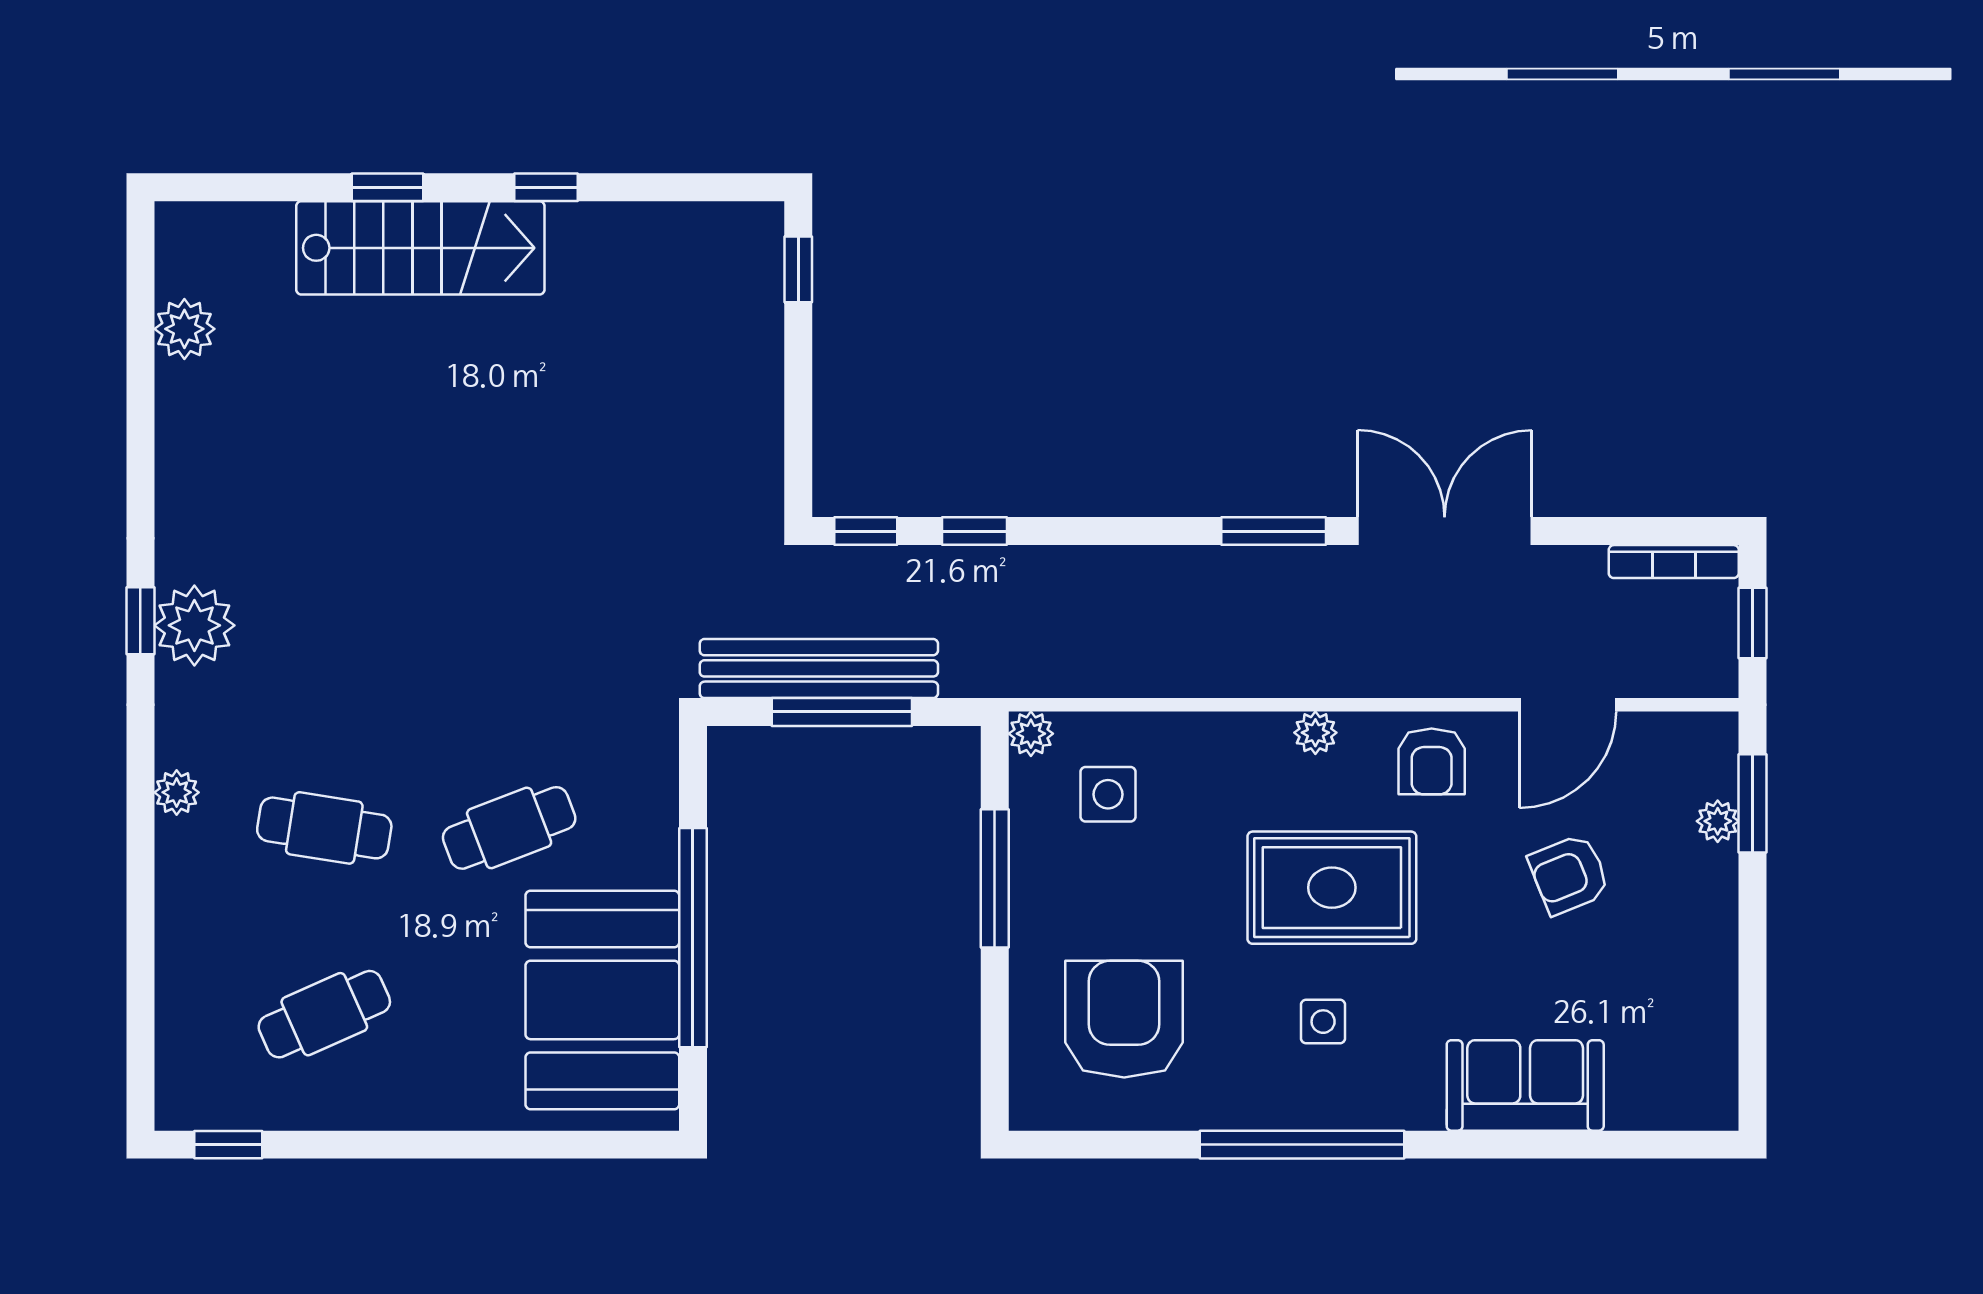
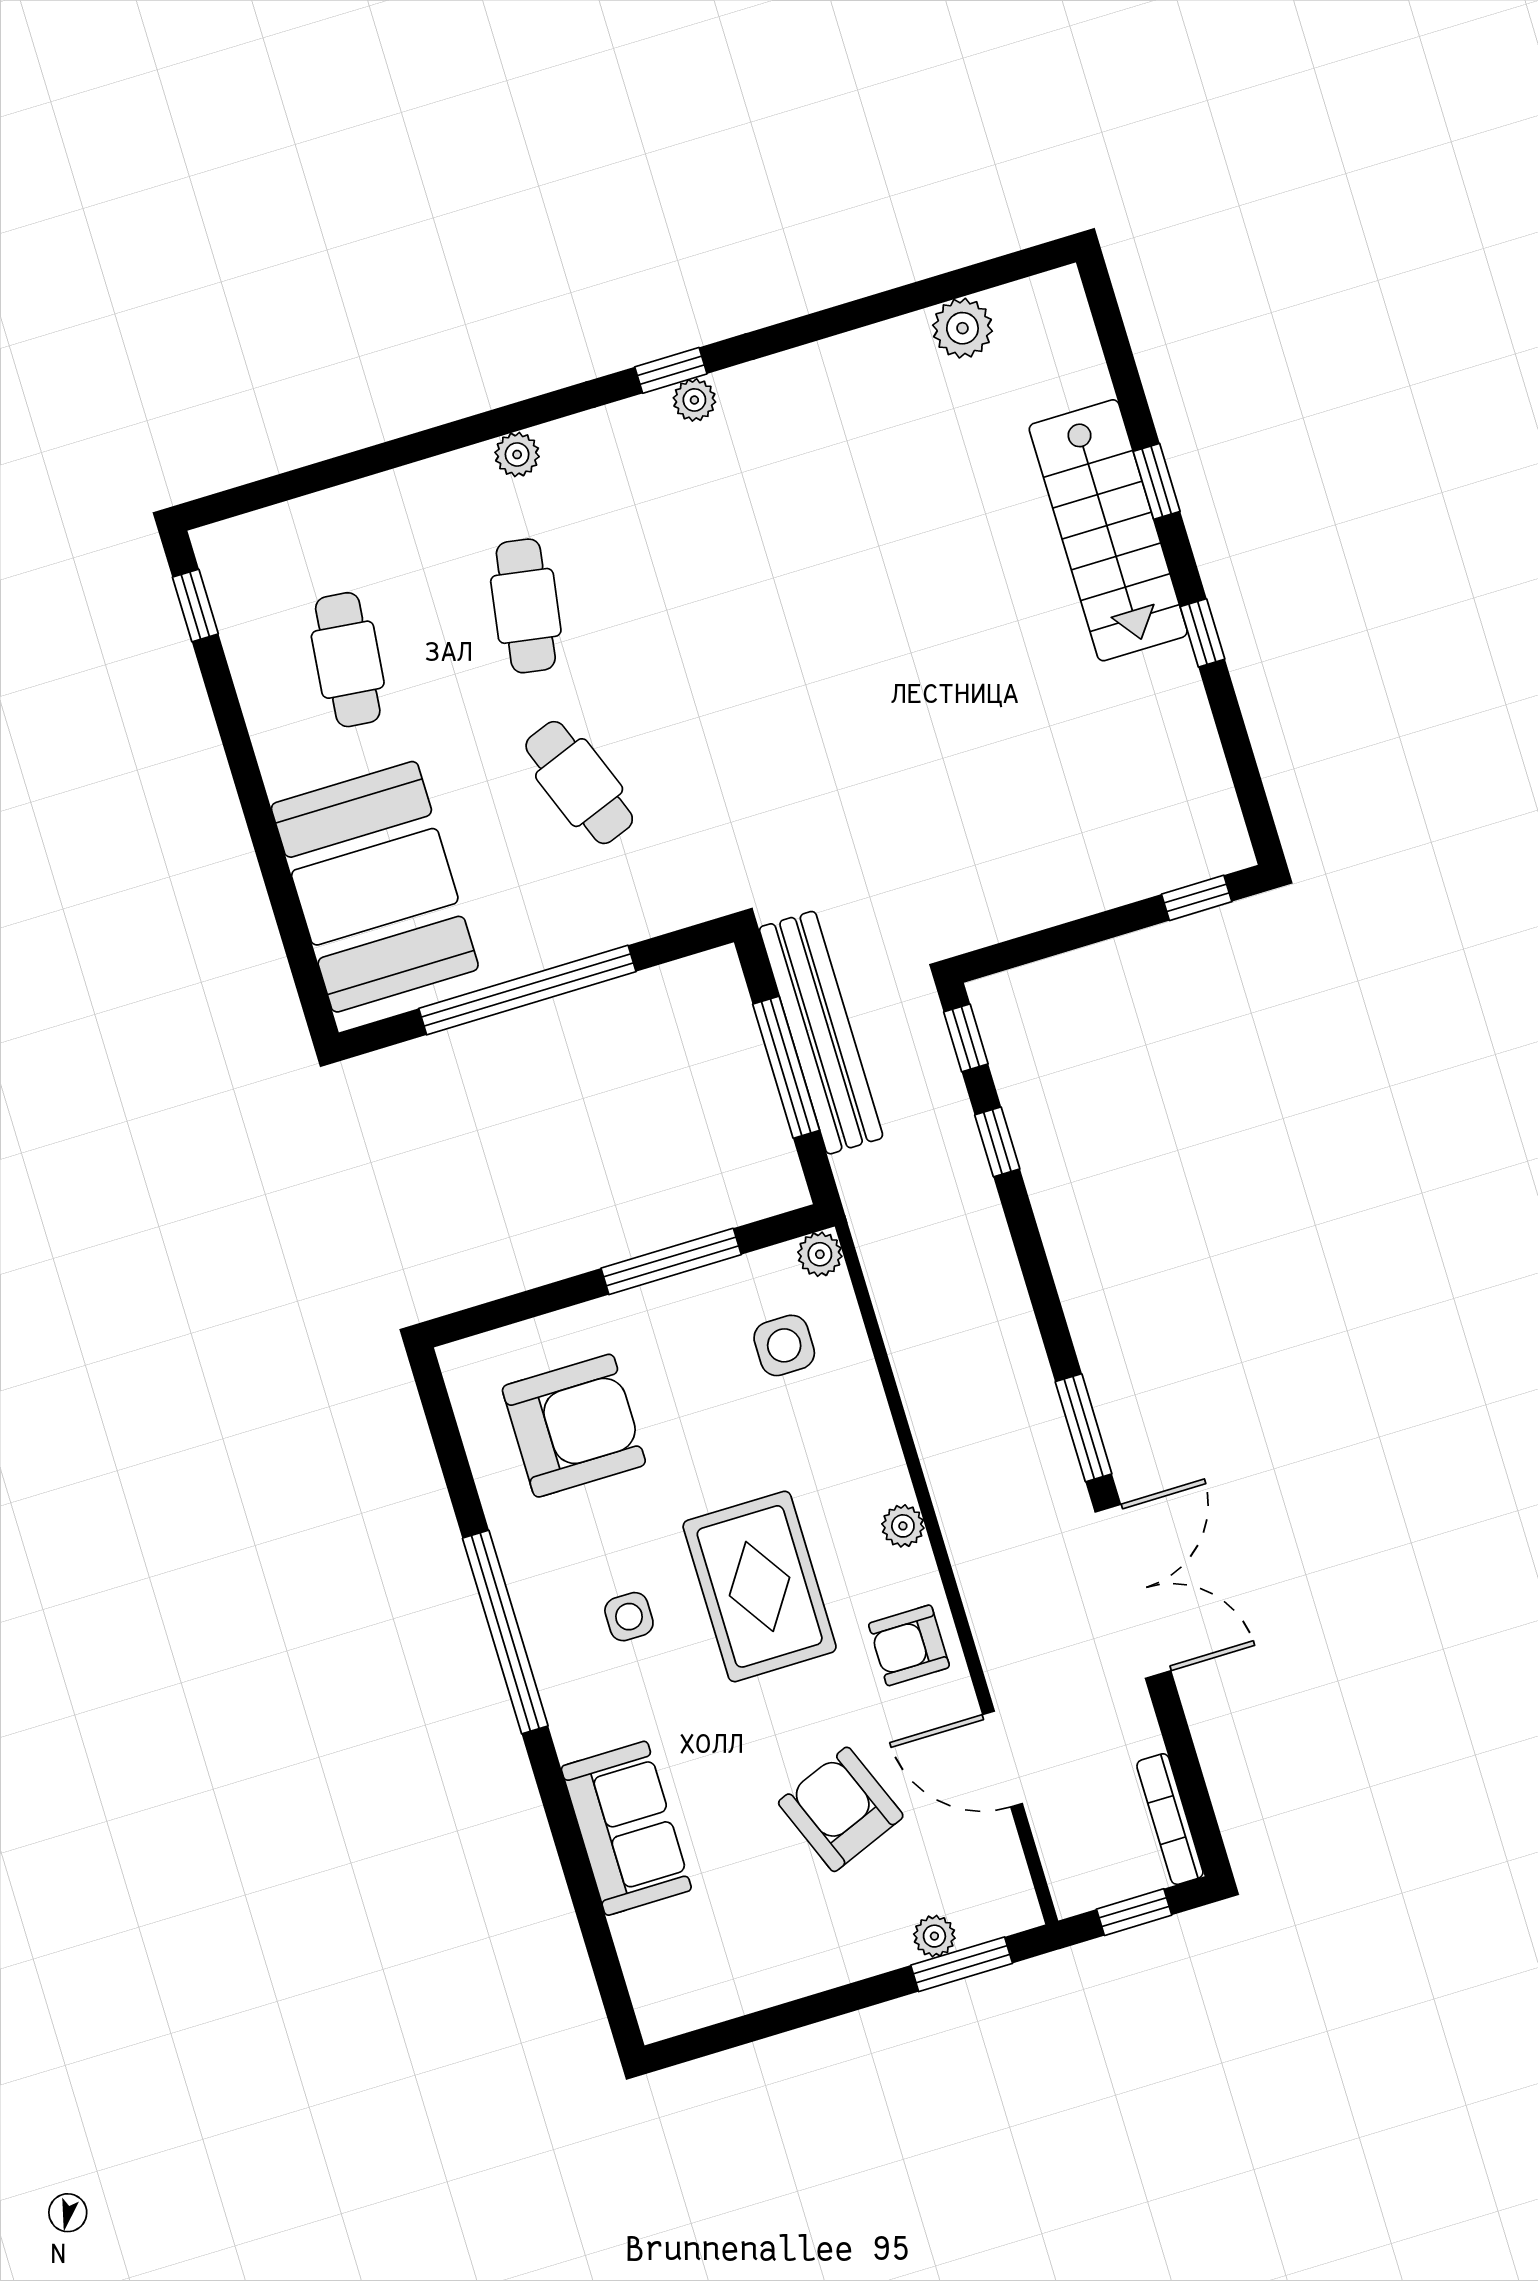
plant: (194, 625) -> (694, 400), width x0.53, depth x0.53
armchair: (1569, 874) -> (841, 1809), width x1.38, depth x1.38
booth: (602, 1000) -> (375, 887), moved, turned 90
cafe table: (324, 1014) -> (348, 660), turned 30

